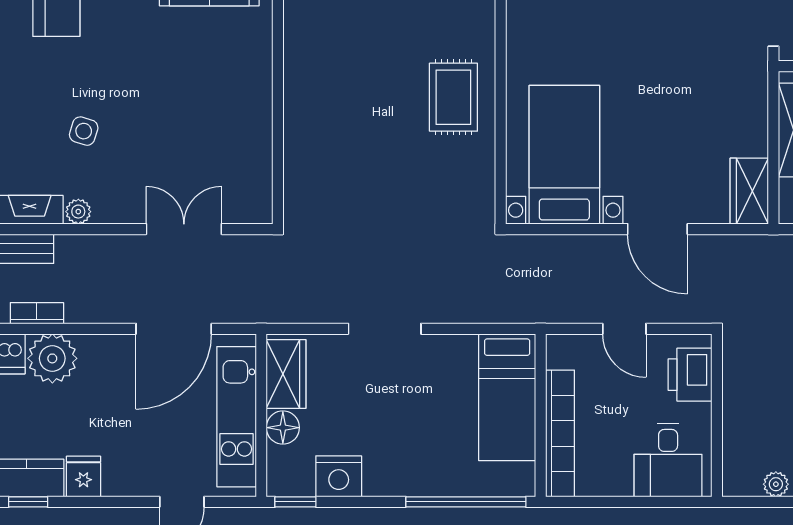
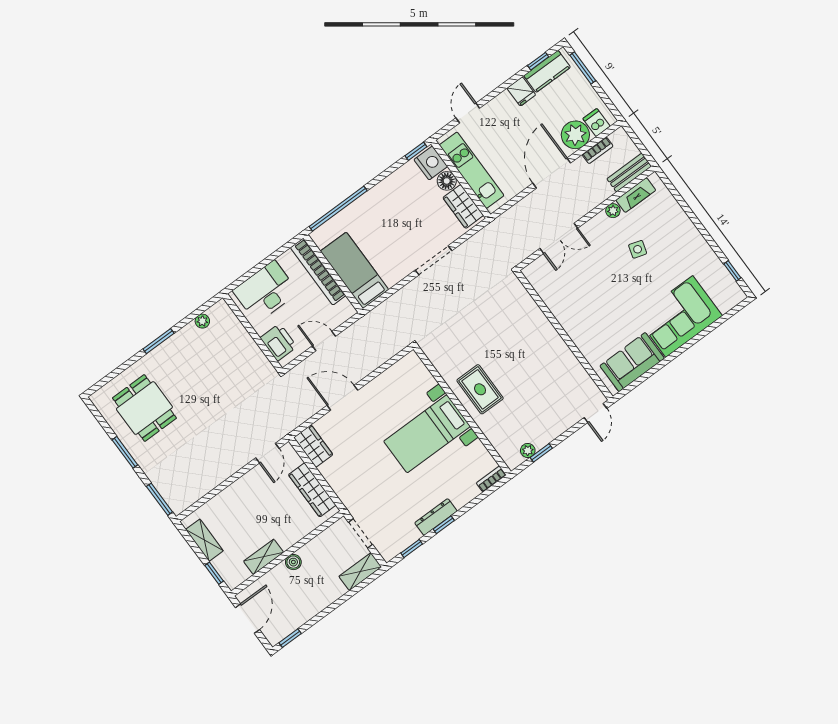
bed with nightstands: (564, 155) -> (427, 434), moved, turned 90
door: (174, 329) -> (552, 173), moved
desk: (668, 460) -> (265, 292), width x1.37
nightstand: (339, 476) -> (431, 163), moved, turned 90

